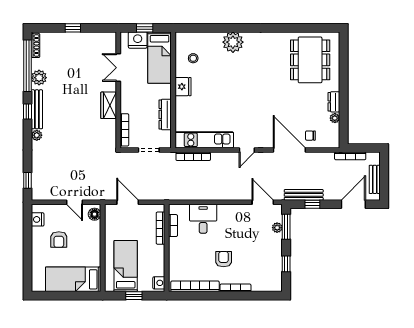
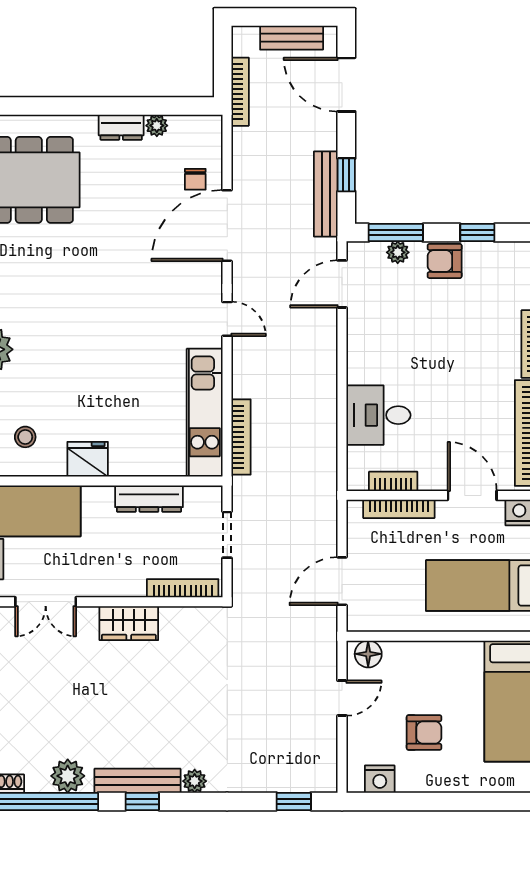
armchair: (224, 259) -> (445, 261), moved
door: (167, 261) -> (472, 495), added

